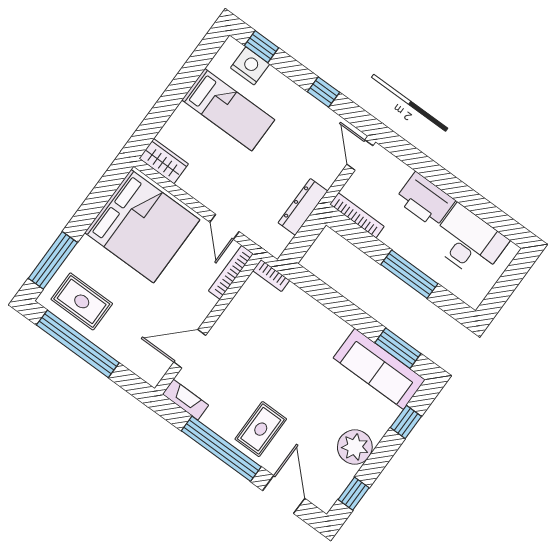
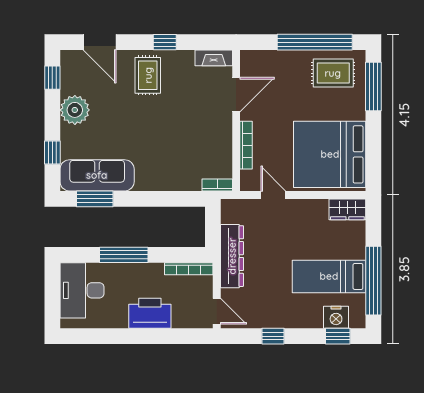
window: (189, 75) -> (373, 281), added
dresser: (303, 207) -> (232, 256), width x1.37, depth x1.24
desk: (469, 242) -> (82, 290), moved, turned 90
bookcase: (231, 272) -> (246, 145), moved
window: (221, 449) -> (165, 42), width x0.32

